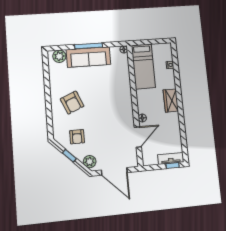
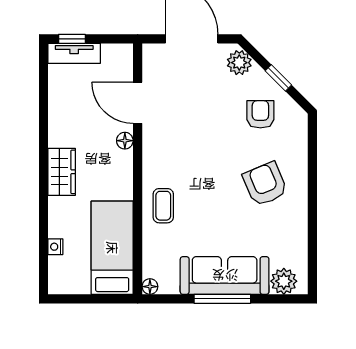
coffee table: (121, 88) -> (163, 206), added
door: (138, 137) -> (138, 103), hinge flipped

